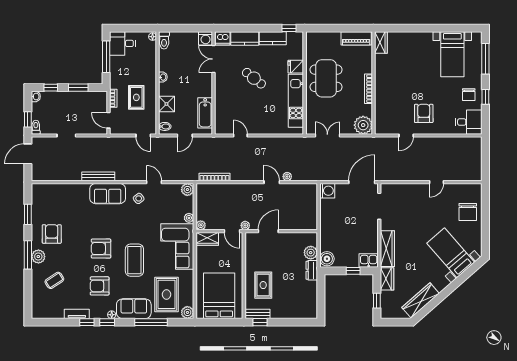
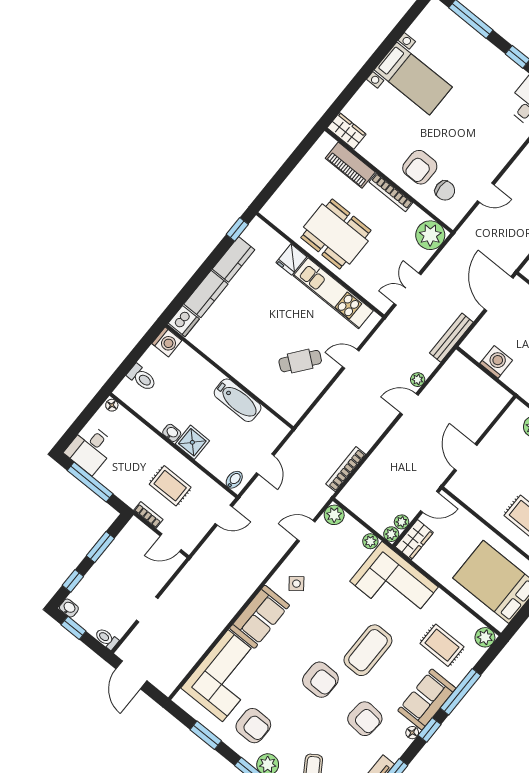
piano: (356, 38) -> (350, 165), moved, turned 90
toilet: (164, 40) -> (142, 378), moved
bed with nightstands: (452, 54) -> (413, 78), moved
double door: (214, 59) -> (200, 353), removed
cafe table: (254, 78) -> (300, 361), moved
chair: (469, 95) -> (445, 191), moved
shower: (166, 104) -> (192, 442), moved
bathtub: (205, 113) -> (238, 400), moved
armchair: (424, 113) -> (420, 167), moved, turned -90
window: (28, 119) -> (74, 628), moved
door: (240, 135) -> (351, 359), moved
door: (406, 135) -> (486, 193), hinge flipped
bench: (98, 176) -> (451, 338), moved
door: (154, 182) -> (306, 531), moved
washing machine: (327, 191) -> (496, 362), moved
corner sofa: (65, 200) -> (225, 676), added
plant: (245, 225) -> (402, 522), moved
armchair: (52, 234) -> (253, 726), turned 180
armchair: (101, 249) -> (320, 680), turned -90
coffee table: (134, 260) -> (368, 650), turned 90
armchair: (100, 286) -> (365, 719), turned -85
rug: (166, 294) -> (442, 645), width x0.73, depth x0.70
window: (107, 322) -> (430, 730), moved

